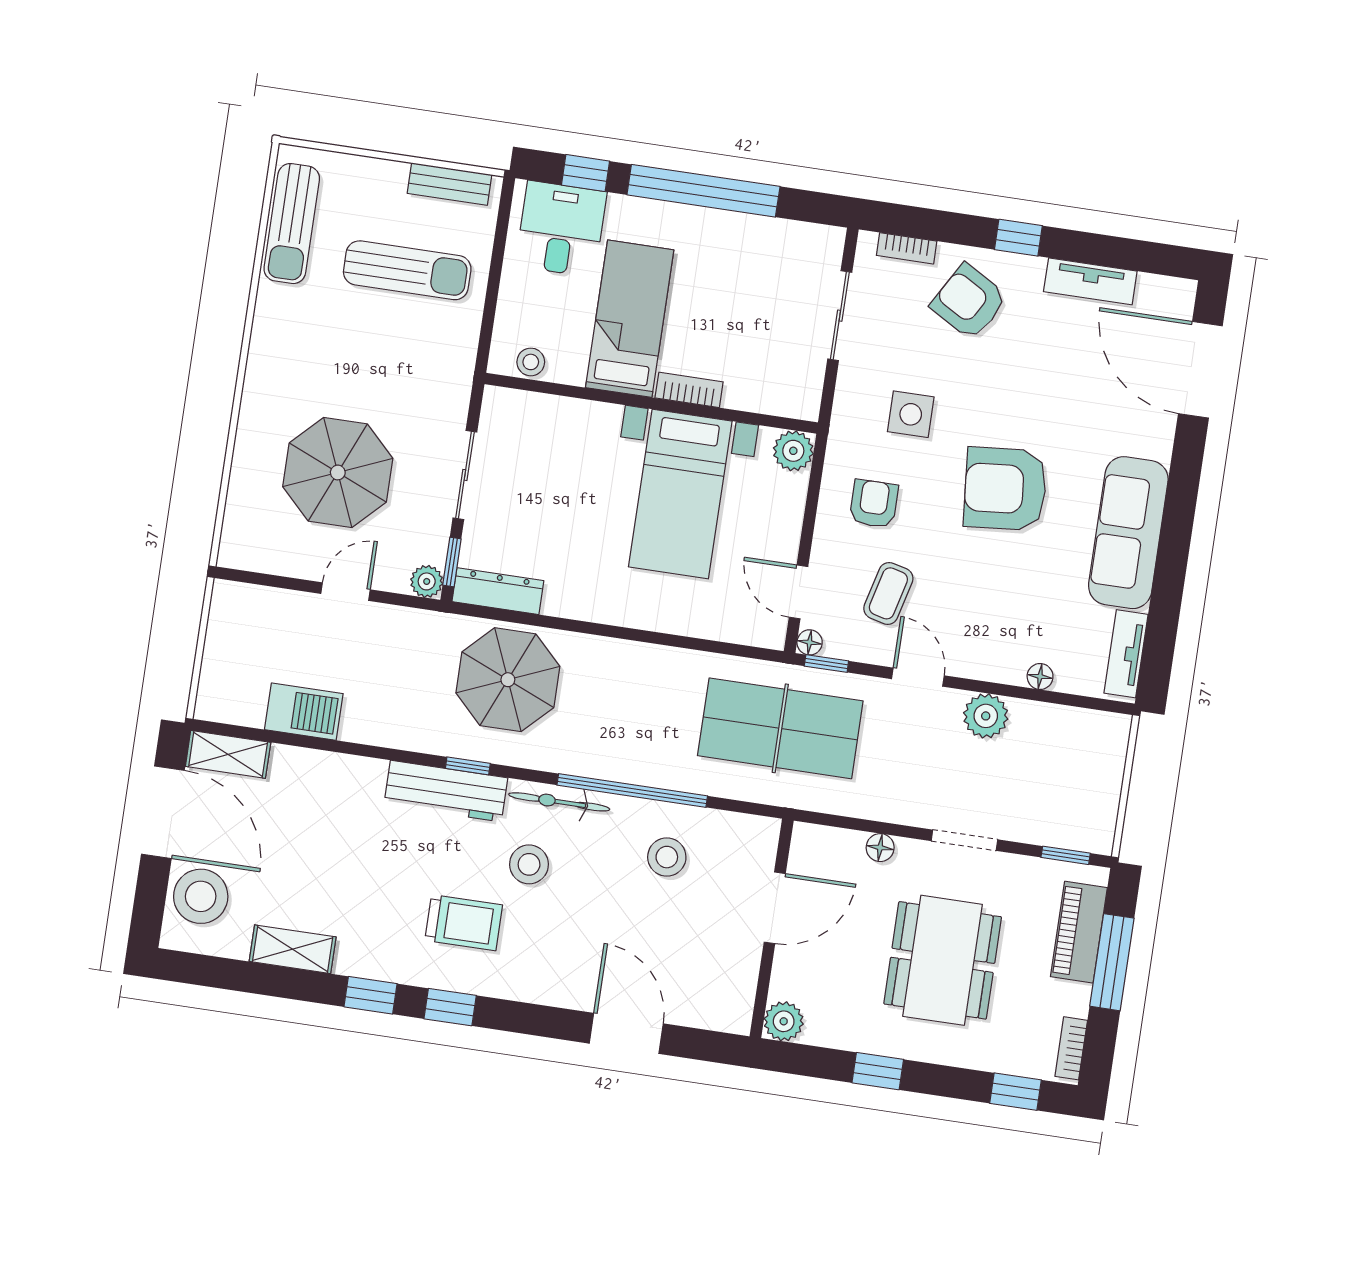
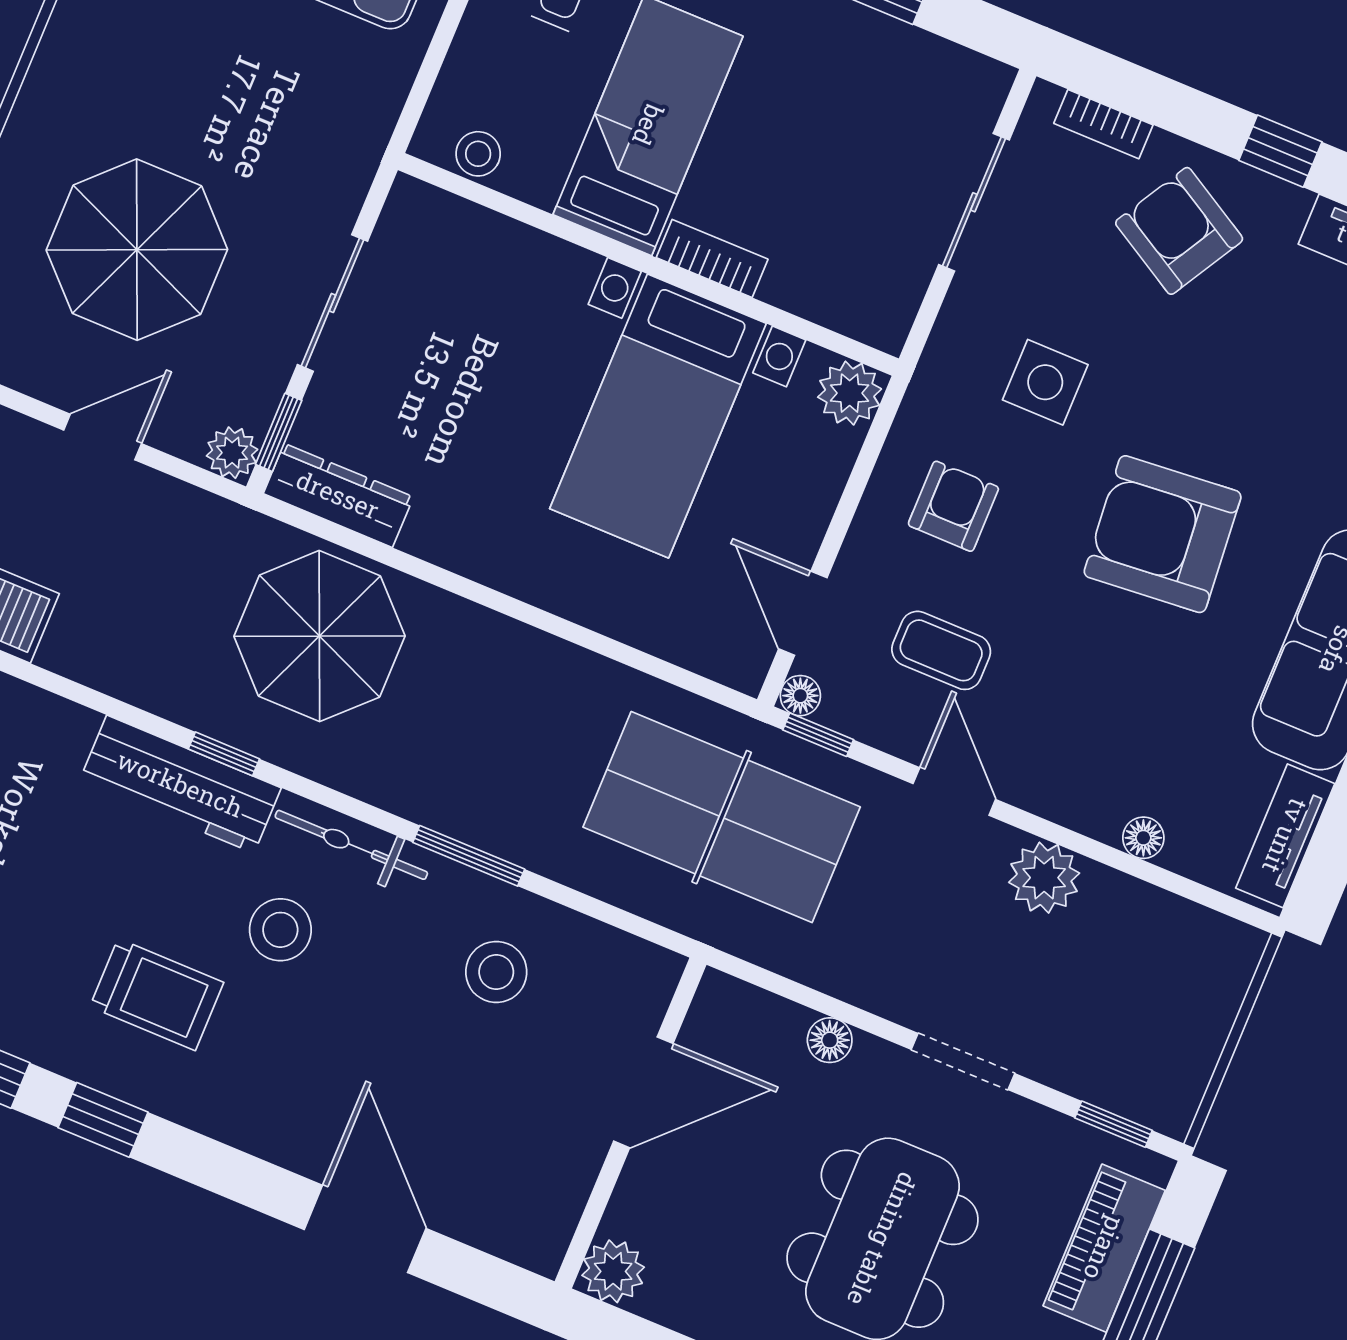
coffee table: (888, 593) -> (941, 650), turned 76
window: (632, 791) -> (469, 856), width x0.47

